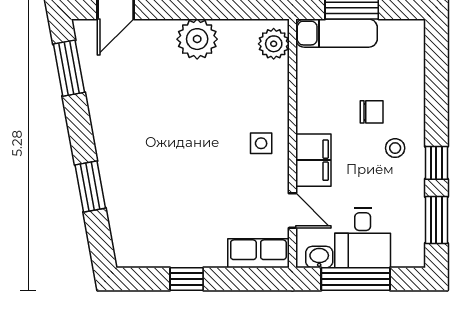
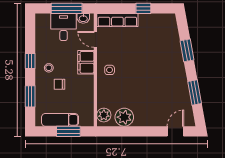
exam couch: (336, 33) -> (60, 120), moved
plant: (197, 39) -> (124, 117), moved
window: (69, 68) -> (195, 93), moved
window: (436, 220) -> (30, 96), moved
row of seats: (258, 253) -> (117, 20), width x1.48

